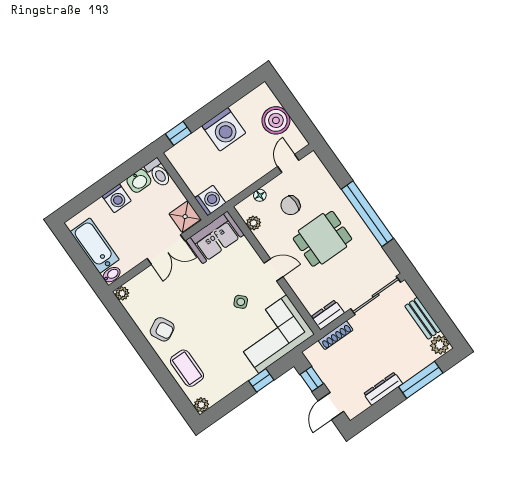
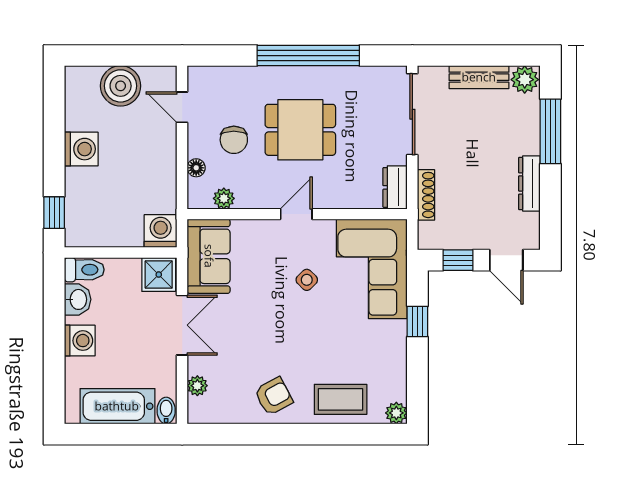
washing machine: (224, 129) -> (81, 149), width x0.73, depth x0.73
dining table: (322, 239) -> (300, 130), turned 90
plant: (122, 293) -> (197, 386), moved

